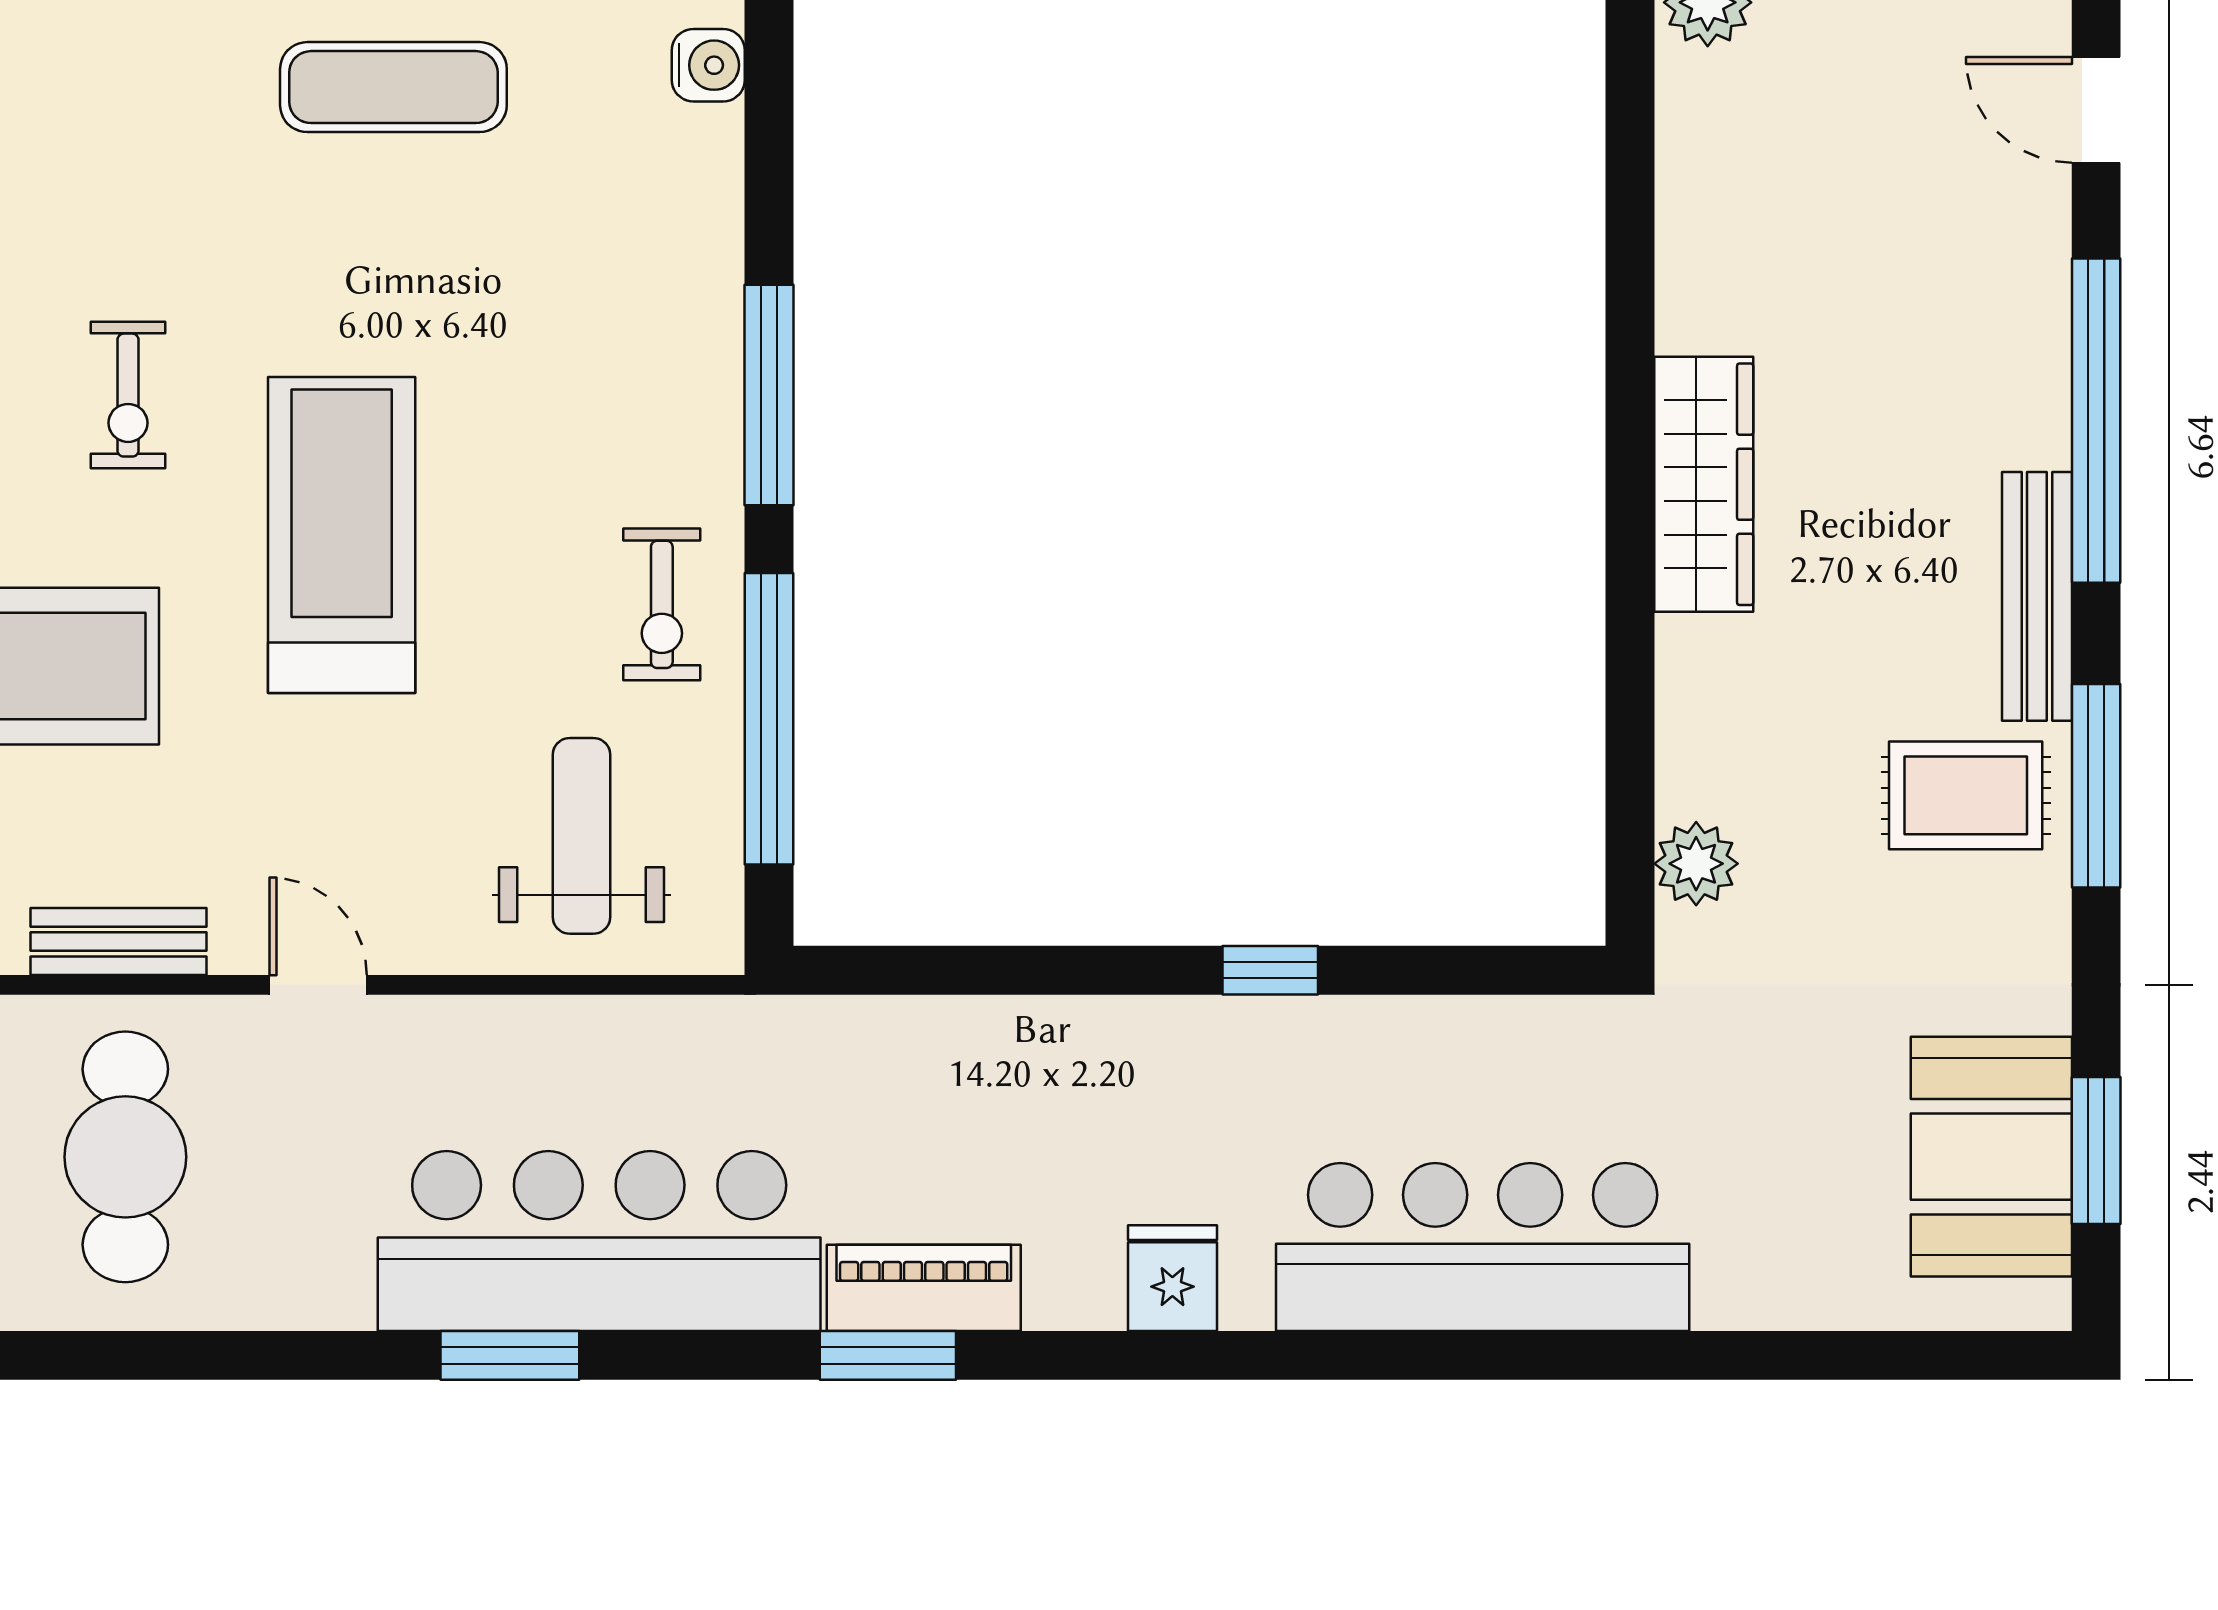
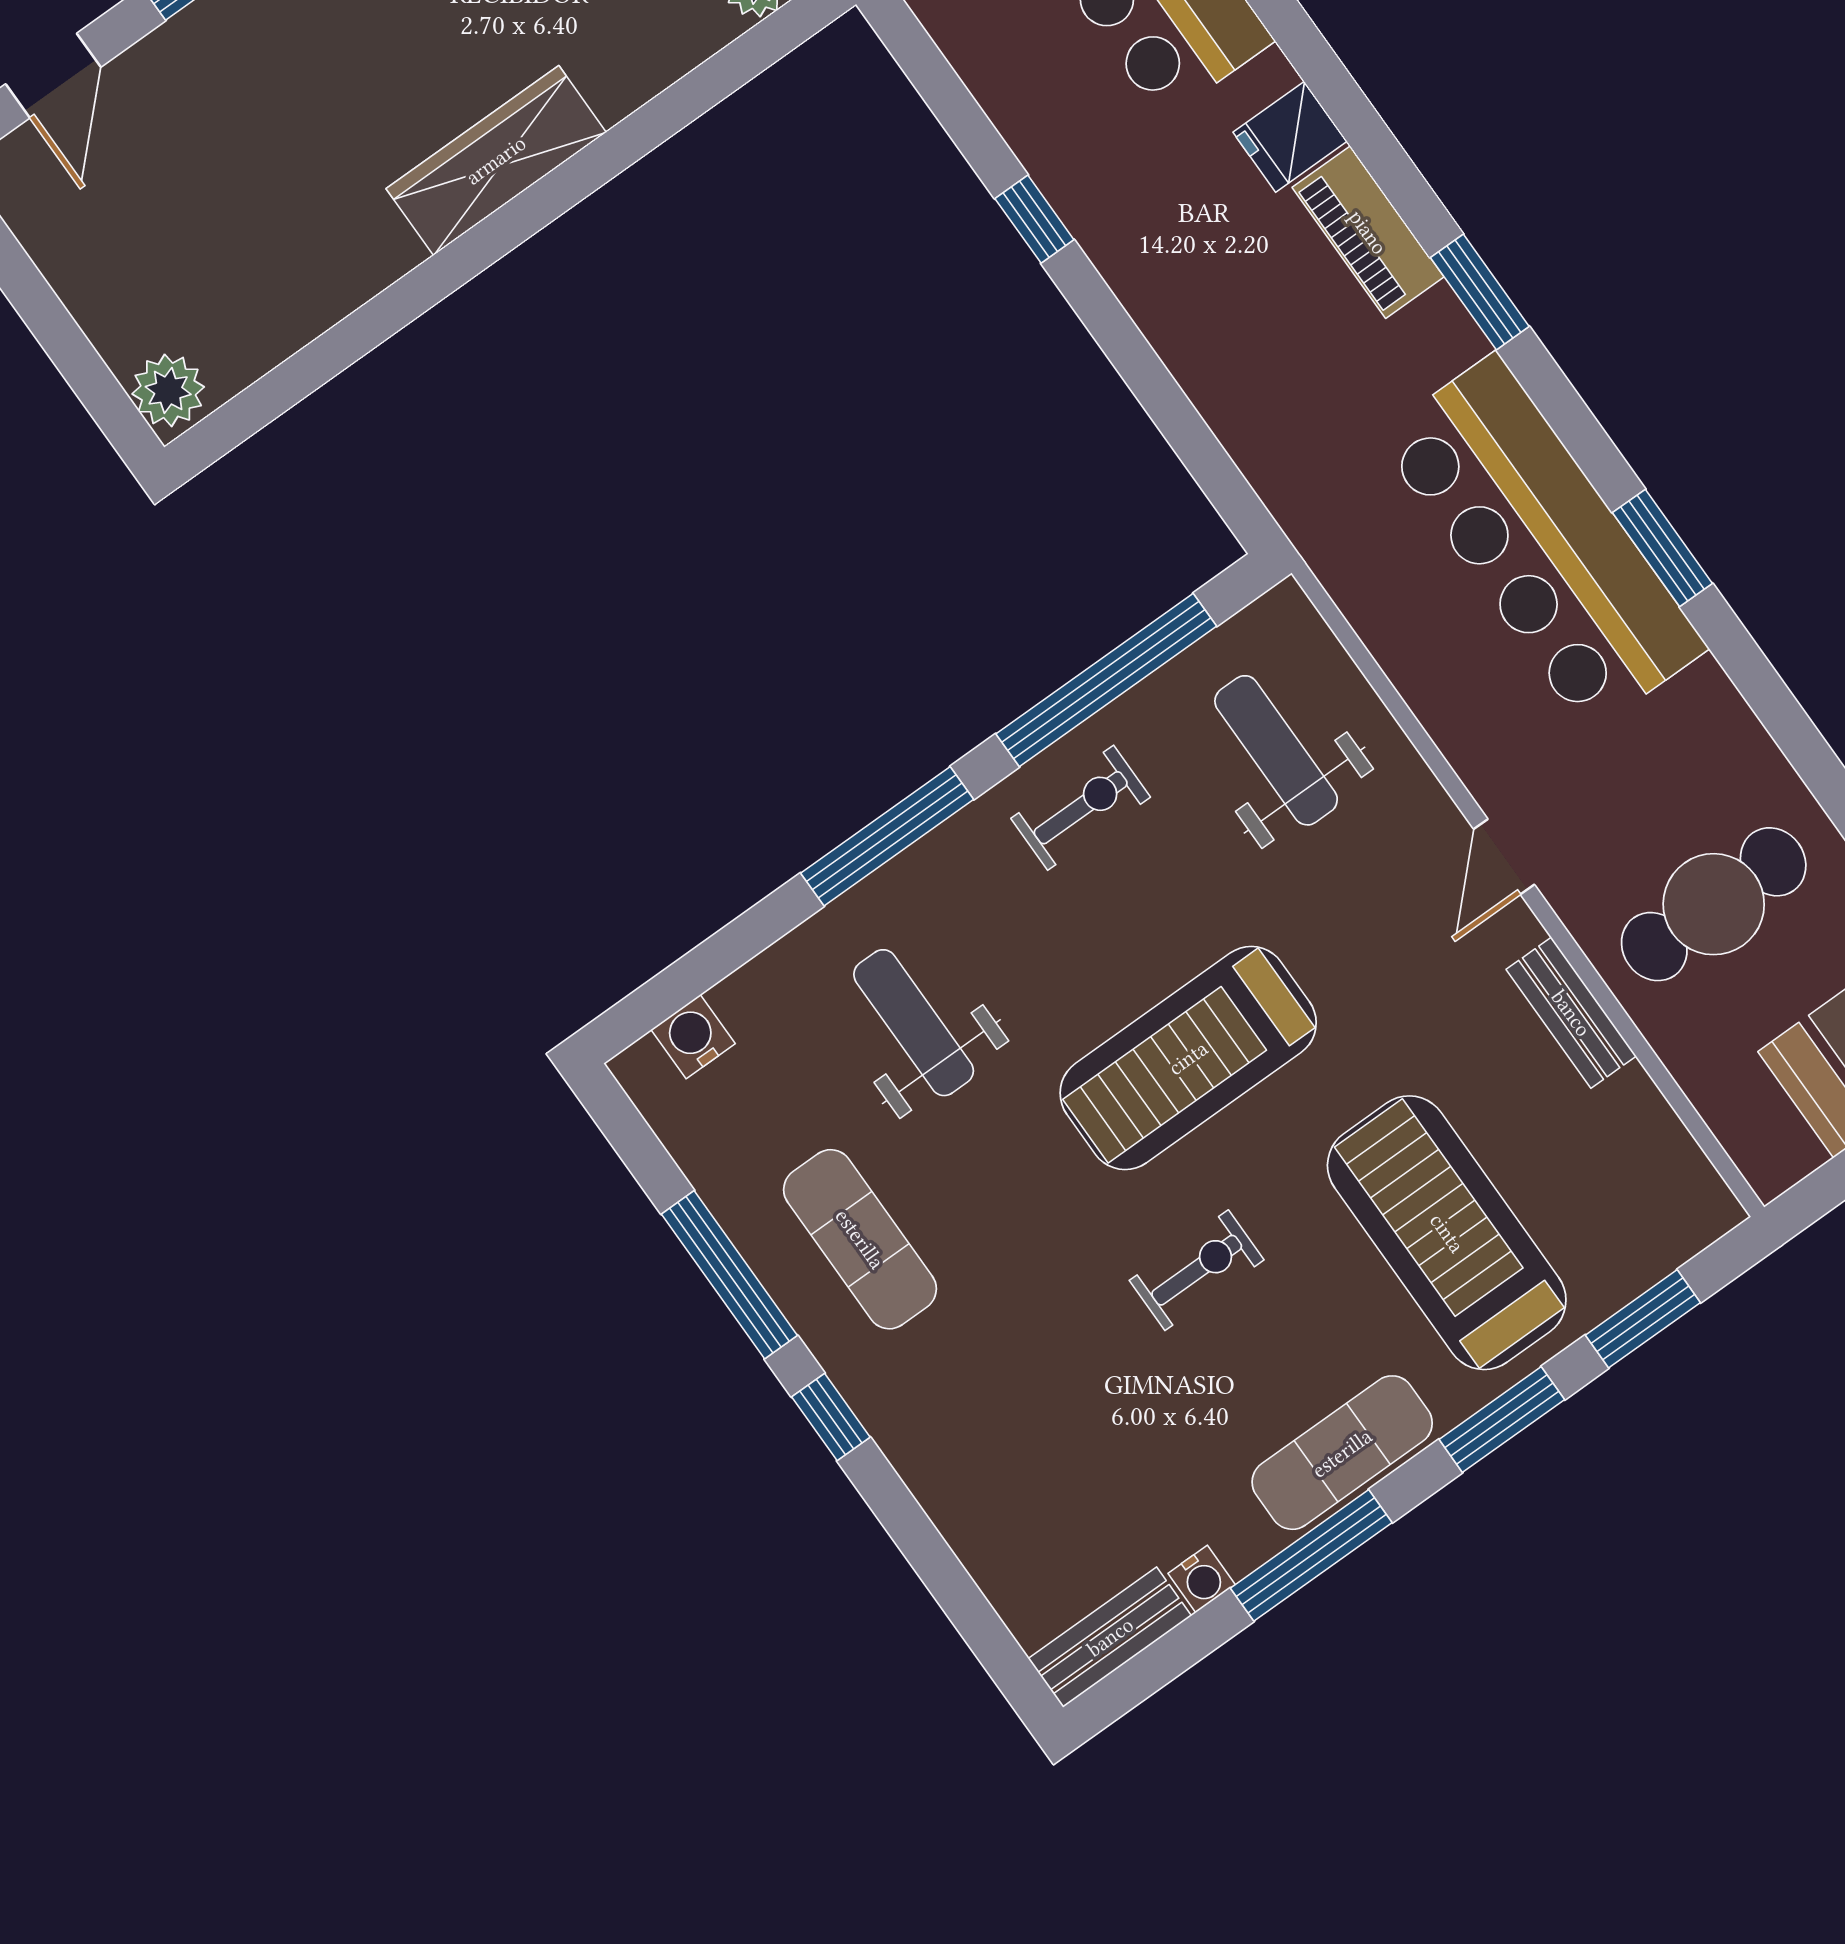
weight bench: (568, 291) -> (914, 1023), added
weight bench: (582, 836) -> (1276, 750), turned 90
piano: (924, 1288) -> (1368, 232), moved

